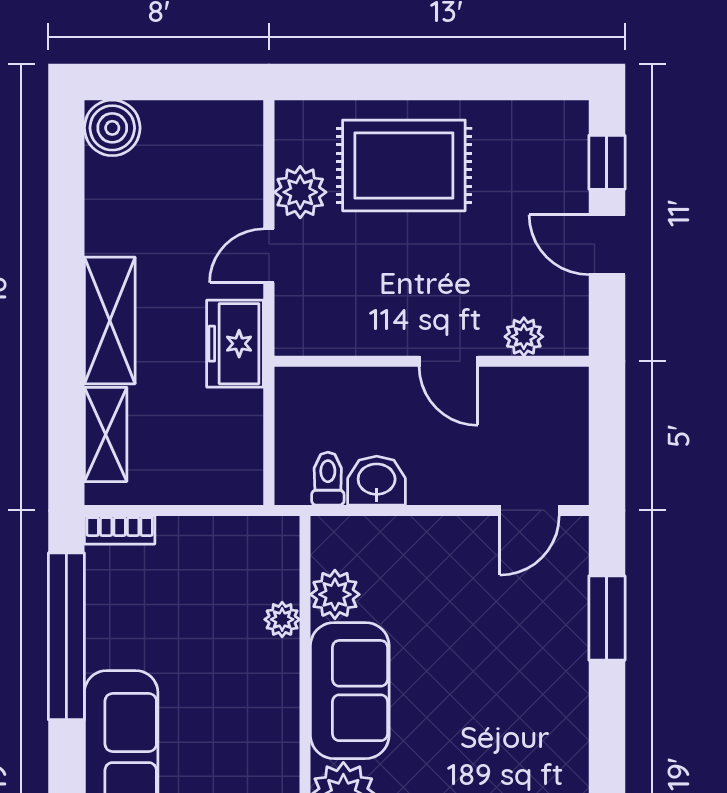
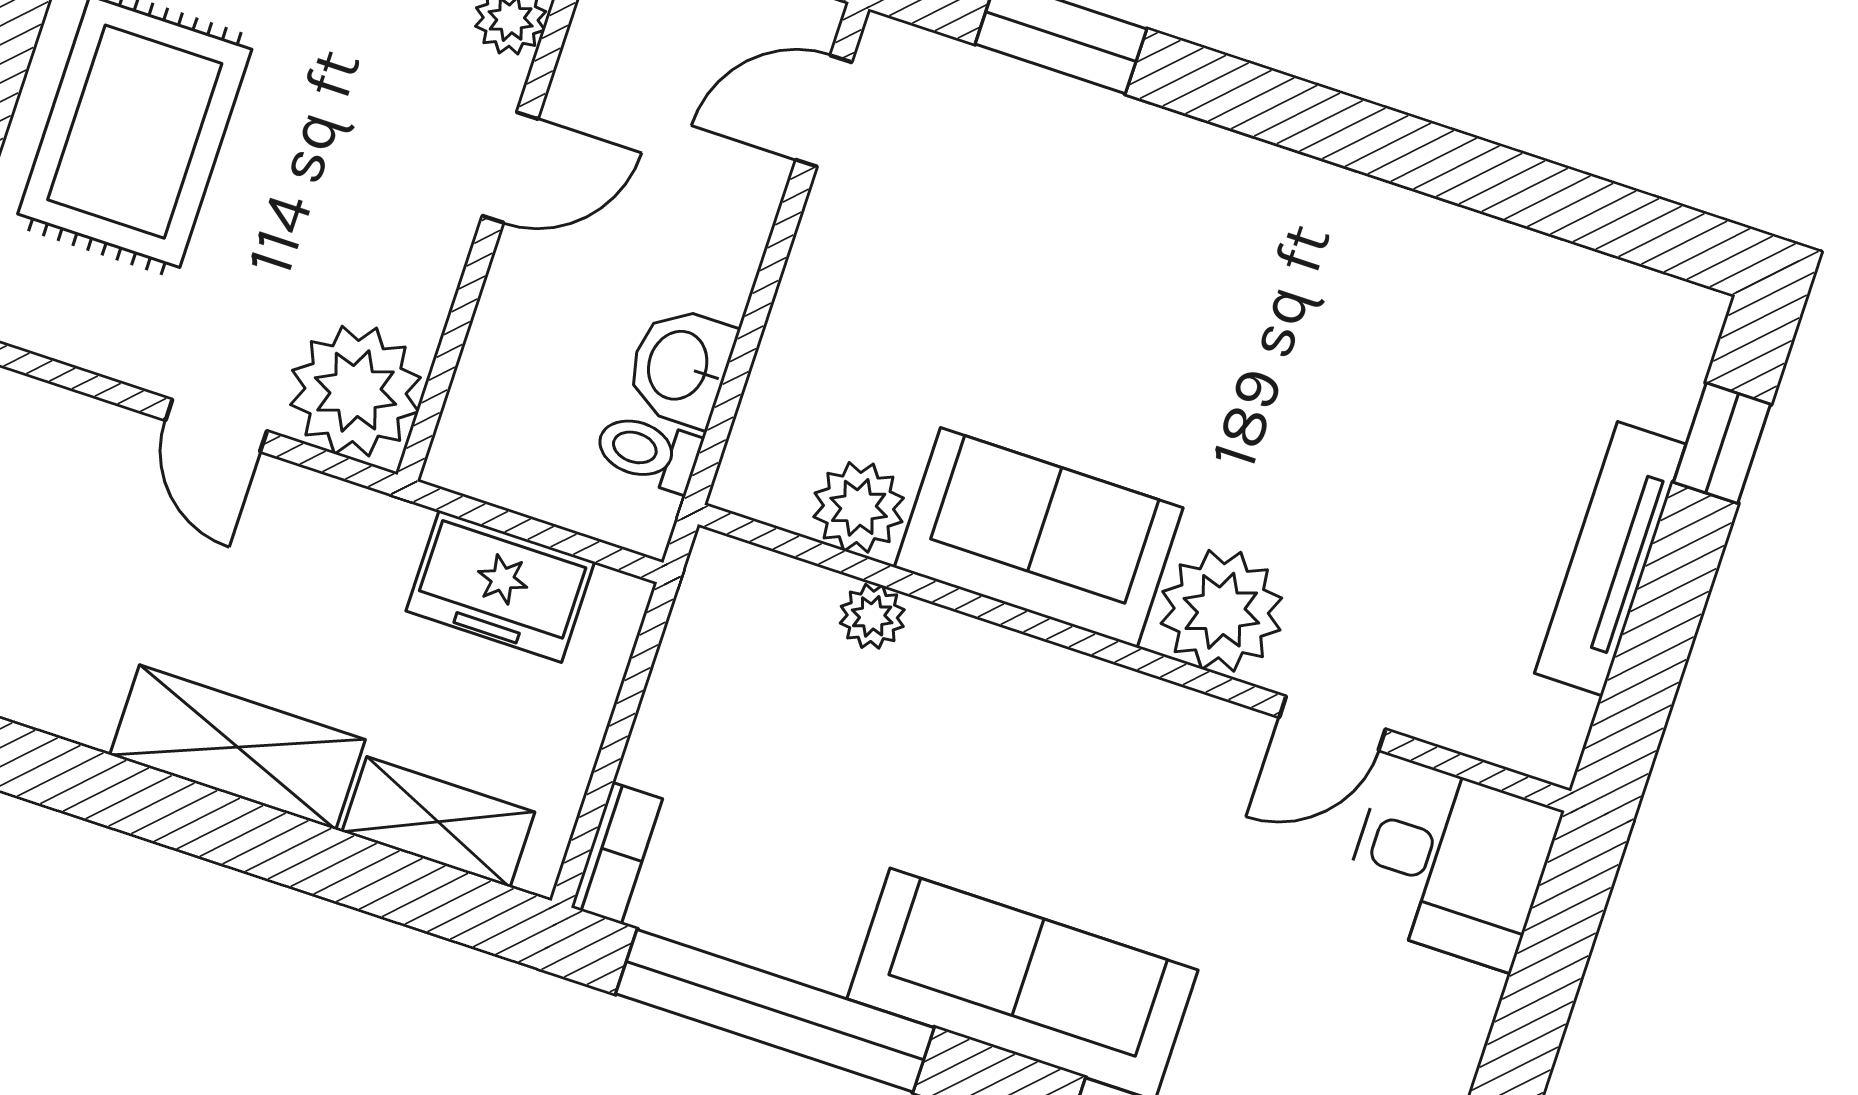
plant: (300, 192) -> (355, 391), moved, width x1.36, depth x1.36
freezer: (235, 344) -> (500, 586), moved
door: (530, 510) -> (824, 111), swing flipped

